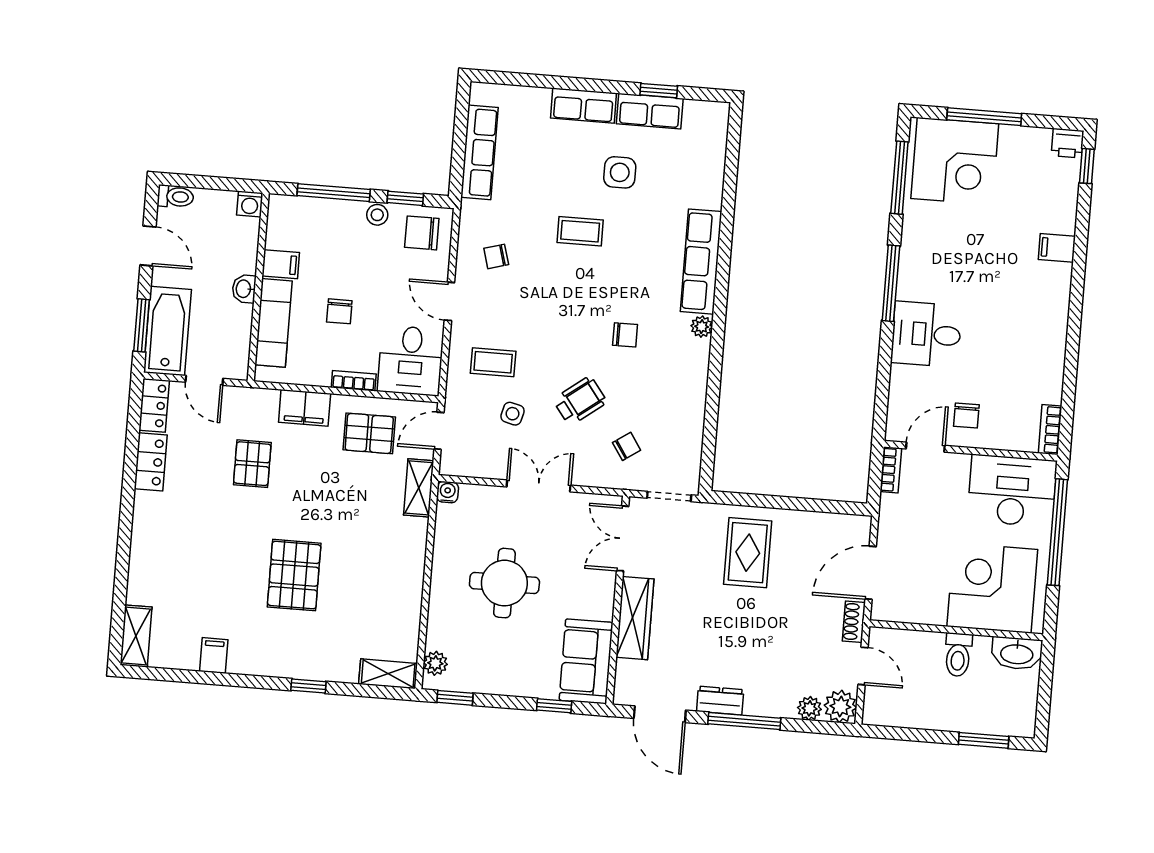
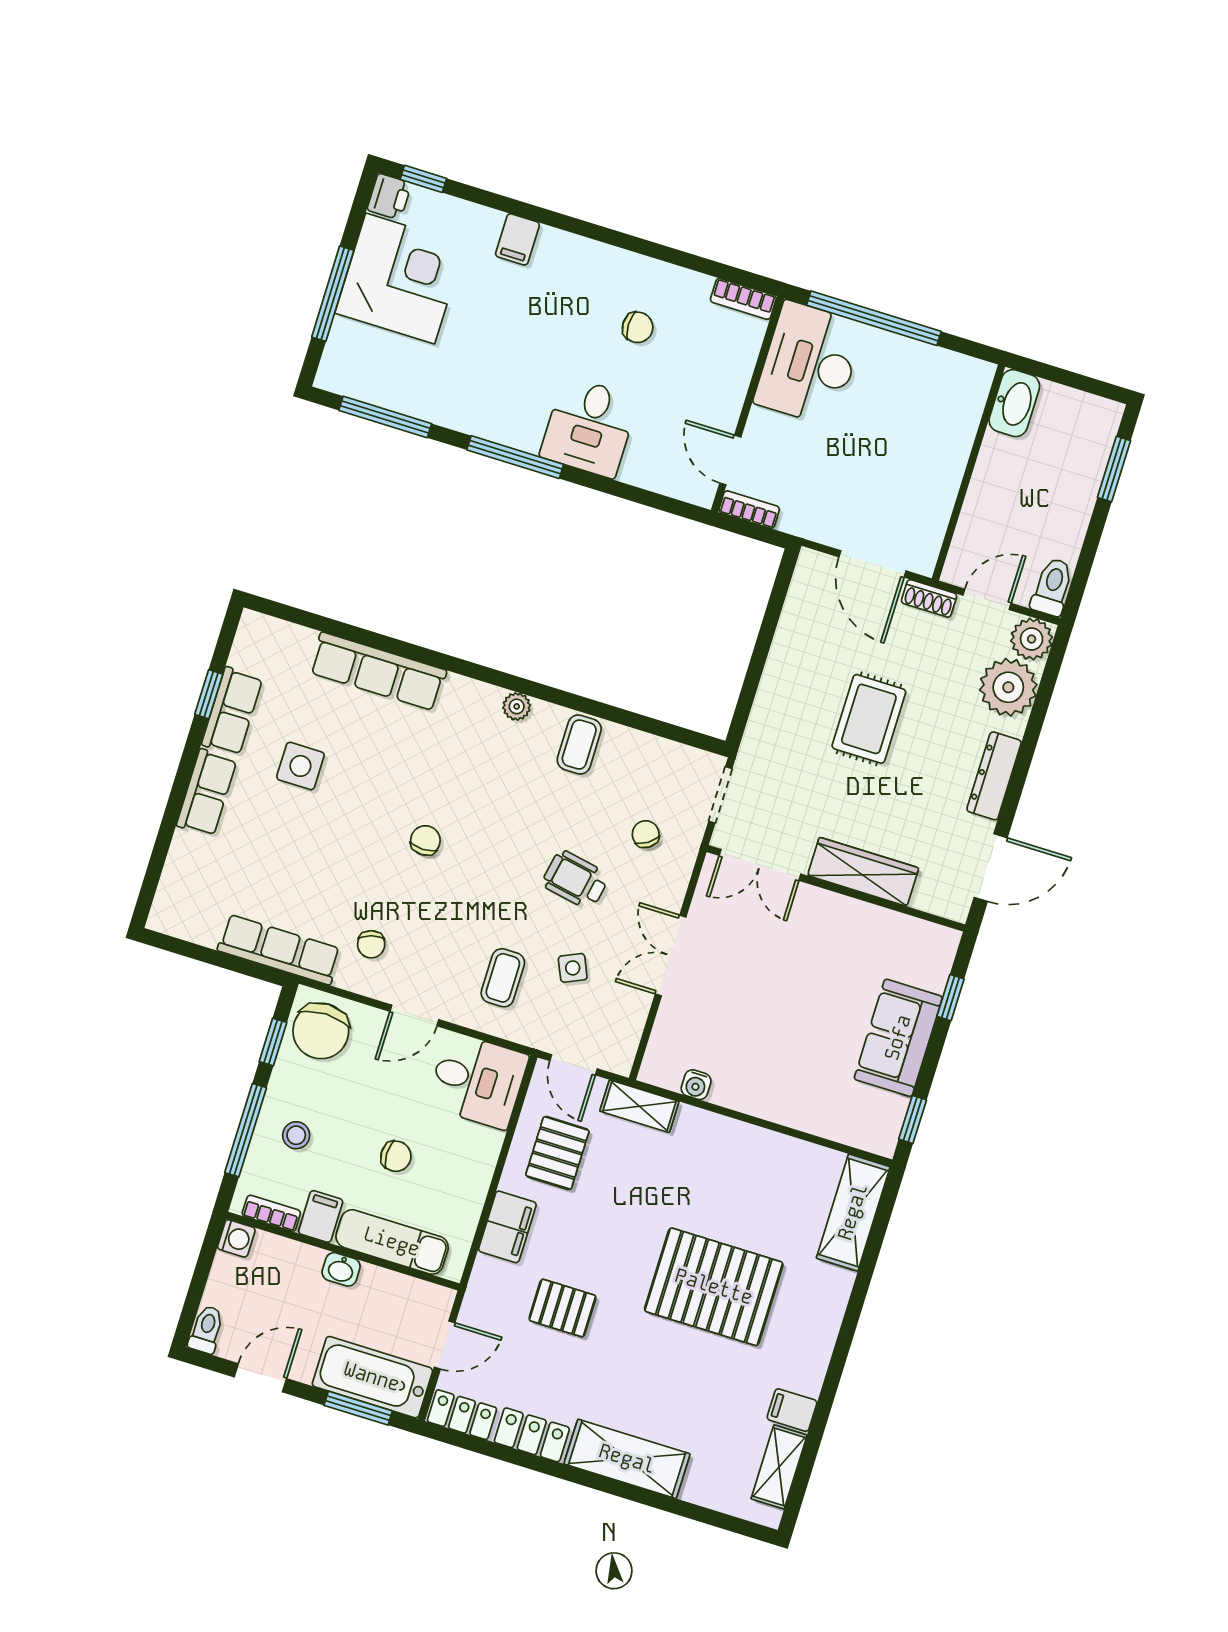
row of seats: (479, 152) -> (279, 950), moved
corner desk: (955, 161) -> (400, 278), moved
stool: (377, 215) -> (296, 1135), moved
coffee table: (580, 231) -> (579, 745), moved
chair: (422, 233) -> (321, 1031), width x1.37, depth x1.37
row of seats: (701, 262) -> (378, 671), moved
chair: (625, 335) -> (425, 840), moved
bookcase: (354, 381) -> (271, 1213), moved, turned 90
wheelchair: (580, 401) -> (575, 880), turned -42
side table: (512, 414) -> (573, 968), turned -38
chair: (966, 416) -> (638, 327), moved
water cooler: (448, 492) -> (696, 1085), moved, turned -90
shelving: (149, 538) -> (627, 1459), added
rug: (748, 553) -> (869, 719), moved, turned 90
pallet: (294, 575) -> (714, 1287), width x1.37, depth x1.41
round table: (504, 583) -> (783, 1025), removed
corner desk: (992, 588) -> (926, 415), removed
shelving: (136, 636) -> (779, 1467), moved, turned 90
toilet: (958, 655) -> (1052, 587), moved, turned -90
sofa: (586, 661) -> (898, 1038), moved, turned 90
plant: (435, 663) -> (864, 1135), removed
shelving: (388, 674) -> (853, 1212), width x1.50, depth x1.33
window: (308, 686) -> (857, 1300), removed
dresser: (720, 700) -> (994, 776), width x1.44
plant: (809, 708) -> (1008, 687), width x1.88, depth x1.88
window: (744, 721) -> (1023, 764), removed

